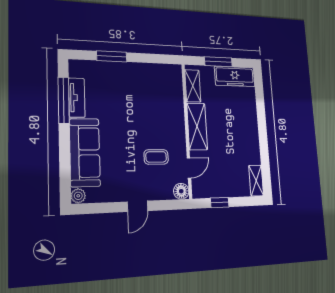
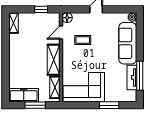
corner sofa: (151, 85) -> (84, 87), added

